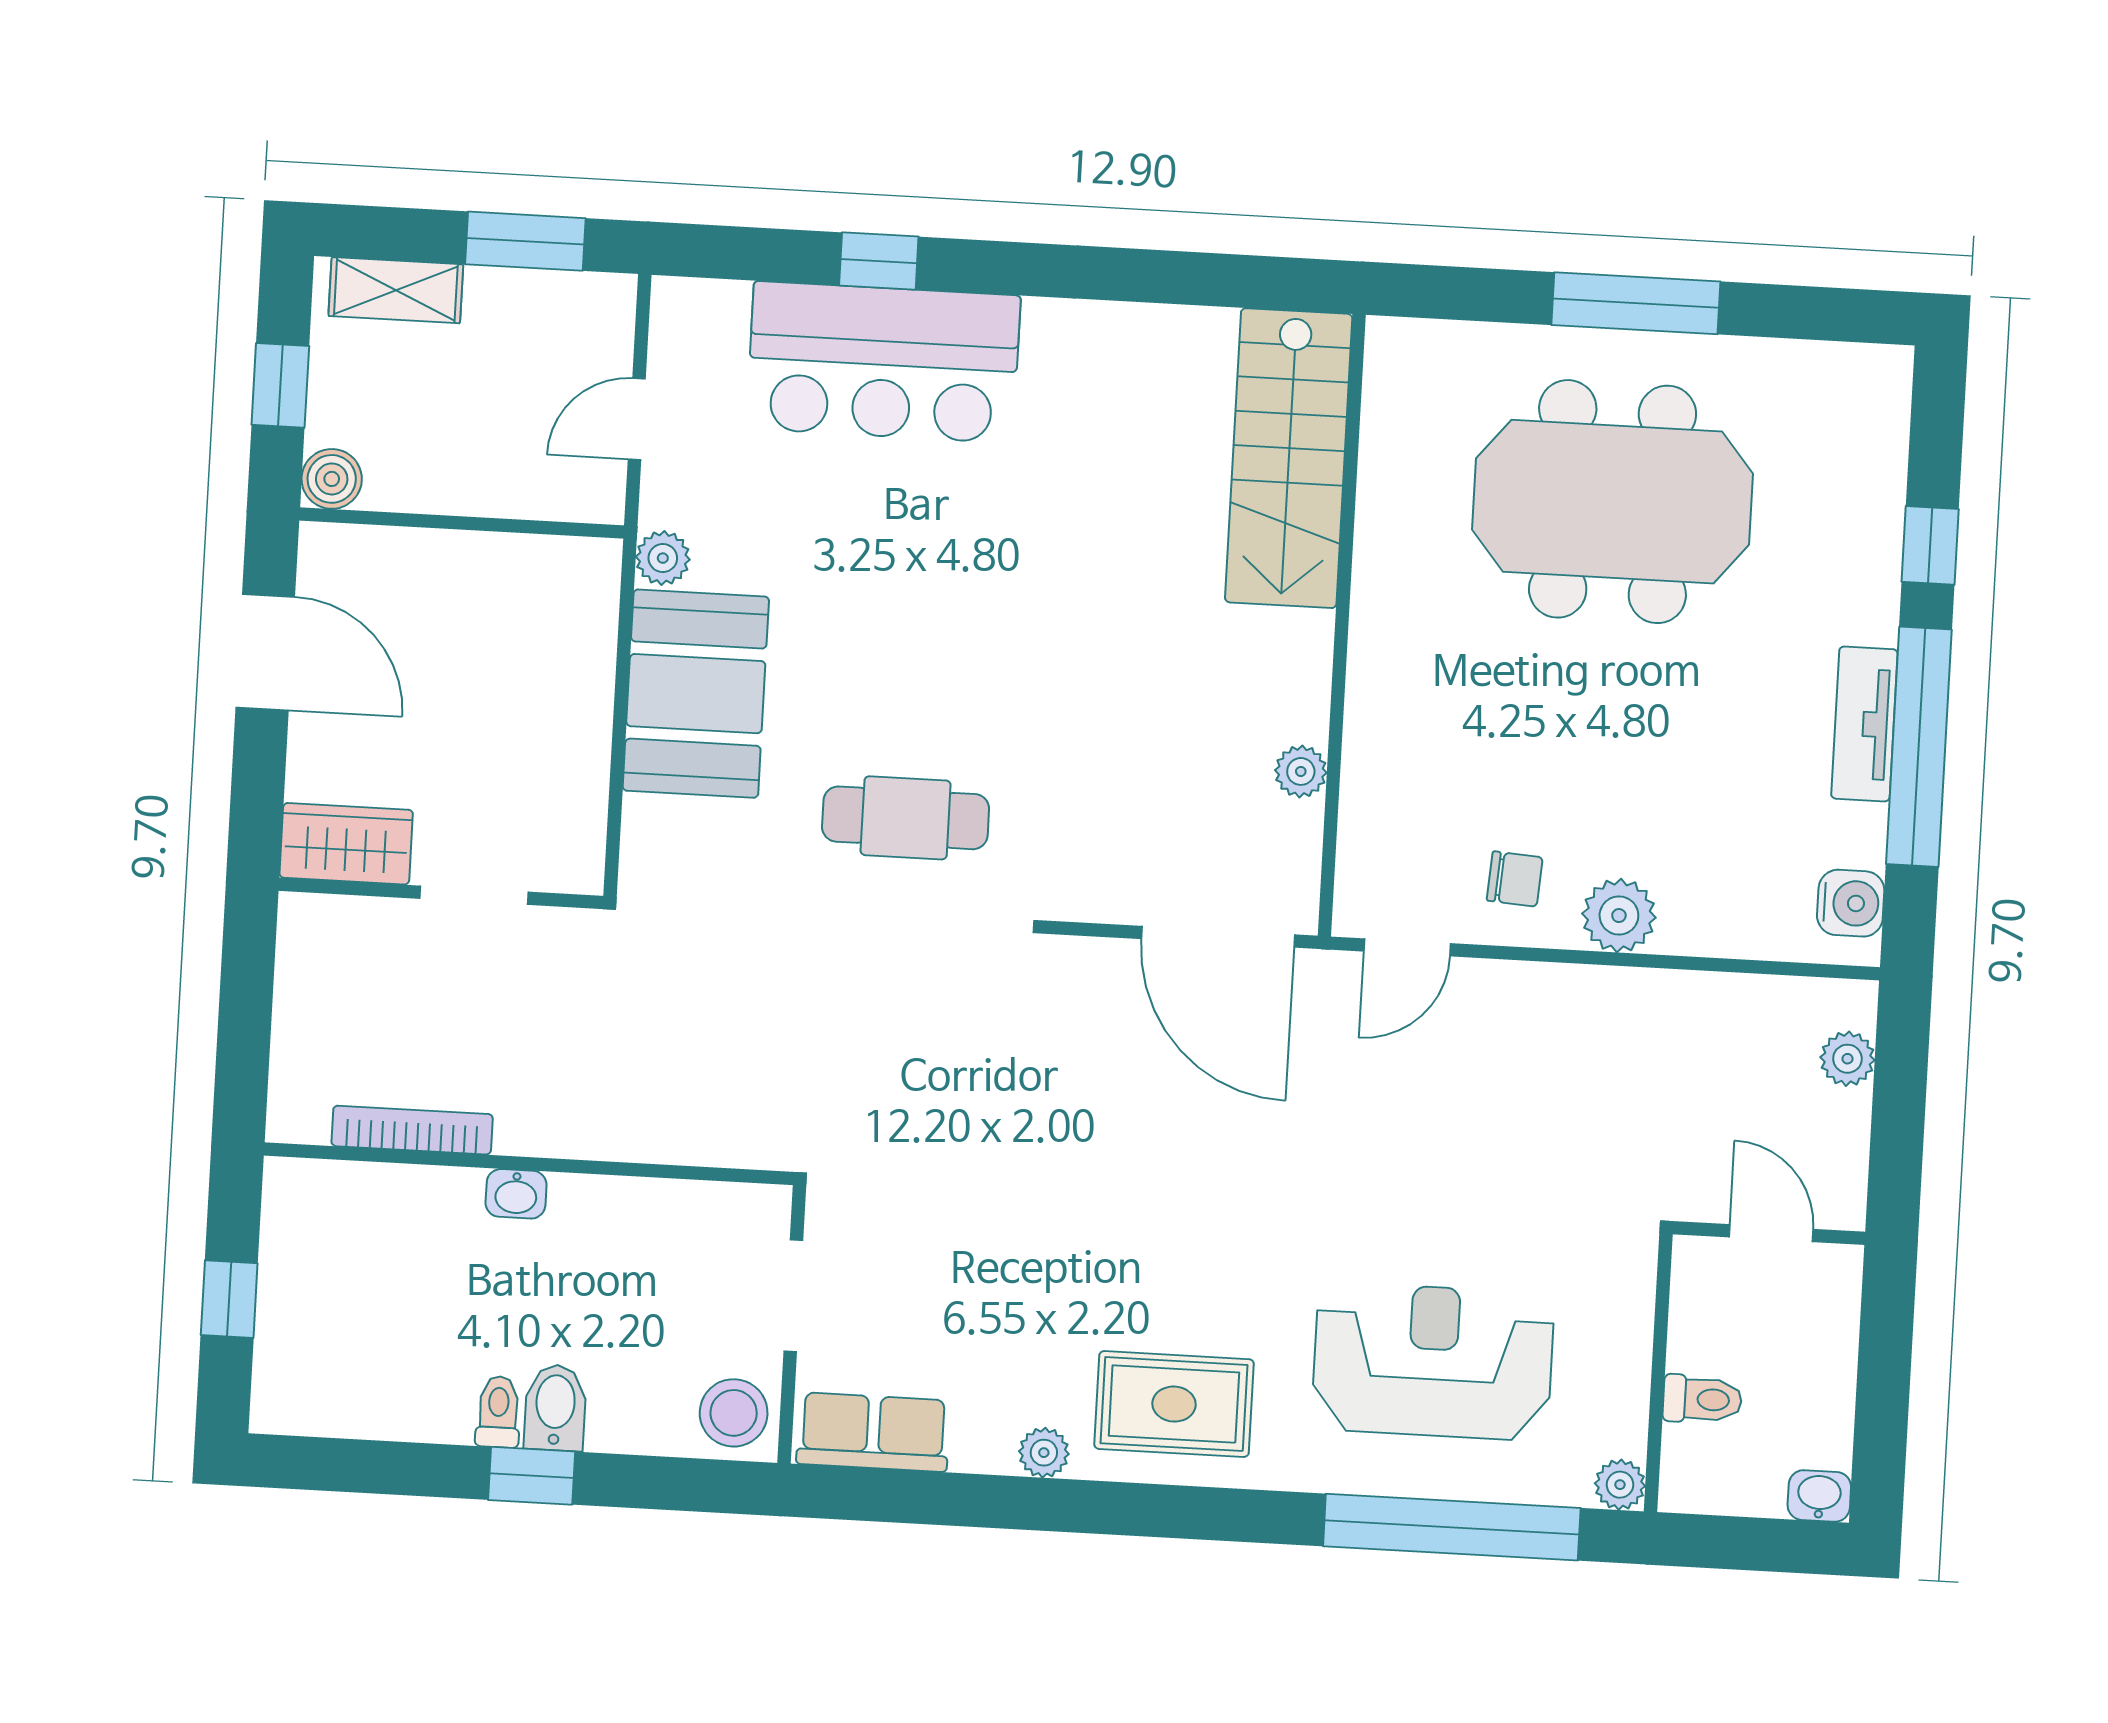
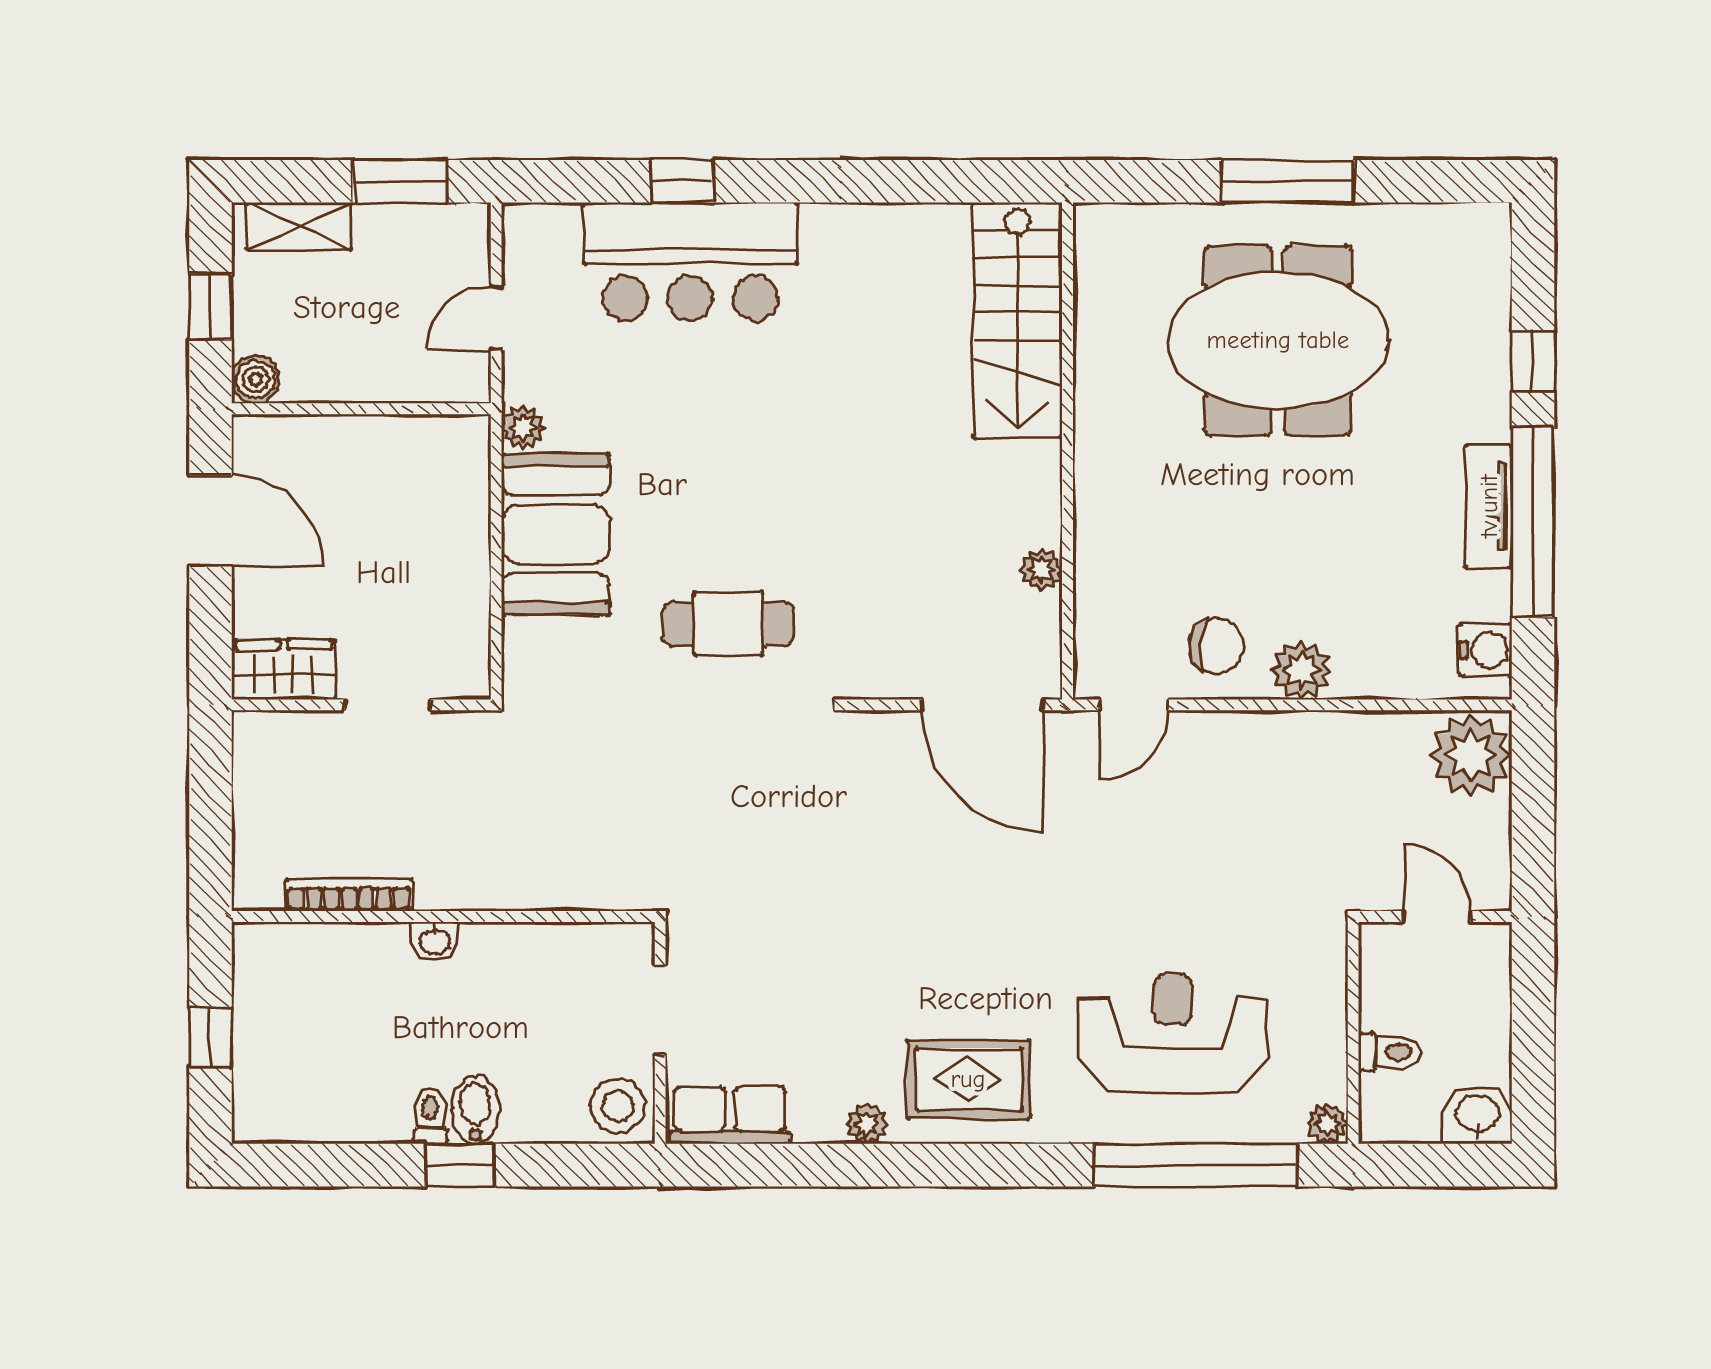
chair: (1515, 879) -> (1217, 646), width x1.37, depth x1.37
plant: (1847, 1059) -> (1471, 755), width x1.88, depth x1.88
washbasin: (1819, 1496) -> (1477, 1115), width x1.38, depth x1.45

